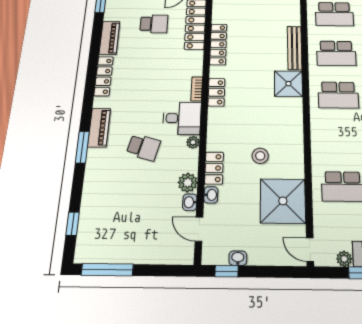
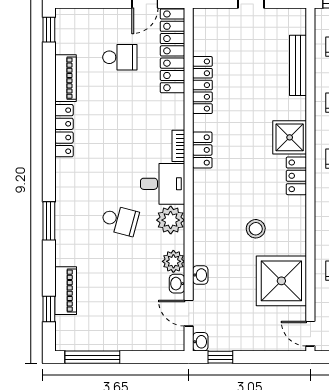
bench: (295, 48) -> (298, 65), moved
piano: (99, 128) -> (66, 291), moved
plant: (193, 142) -> (171, 220), width x1.87, depth x1.87
locker: (214, 168) -> (296, 176), moved, turned 180
washbasin: (238, 258) -> (200, 342), moved, turned 90

